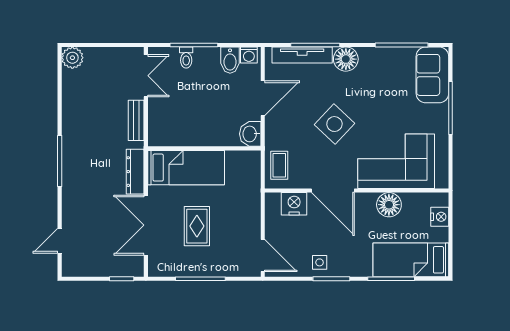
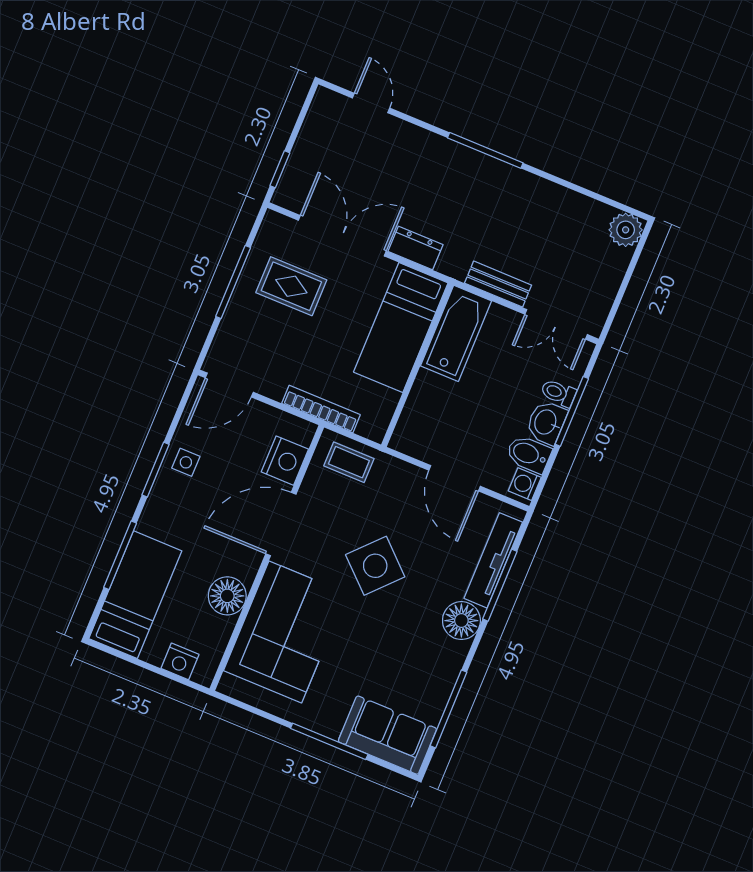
bathtub: (176, 133) -> (456, 333), added
washbasin: (250, 134) -> (546, 422), moved, turned -90
dresser: (135, 172) -> (415, 248), width x0.70
bookcase: (254, 195) -> (321, 409), added
rug: (197, 226) -> (291, 286), moved

